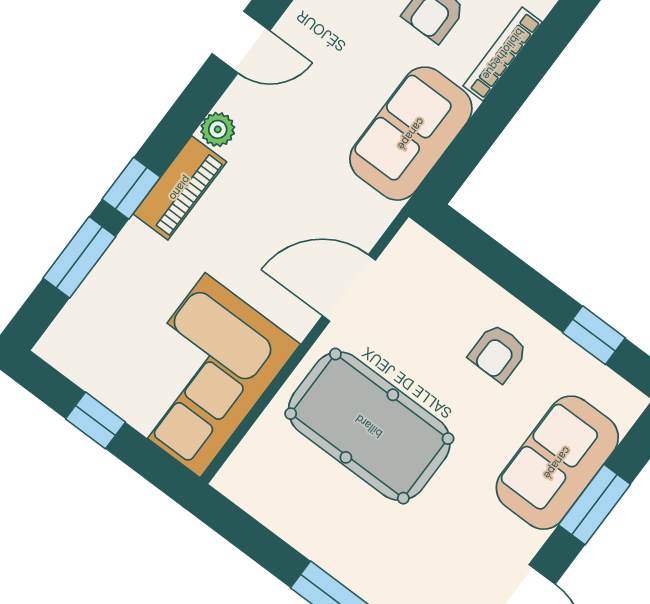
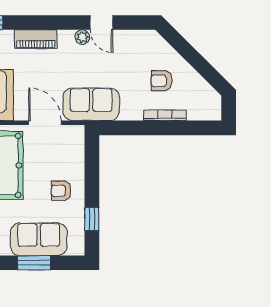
plant: (218, 129) -> (82, 37), moved
sofa: (411, 134) -> (91, 104), moved
window: (131, 188) -> (23, 22), removed

